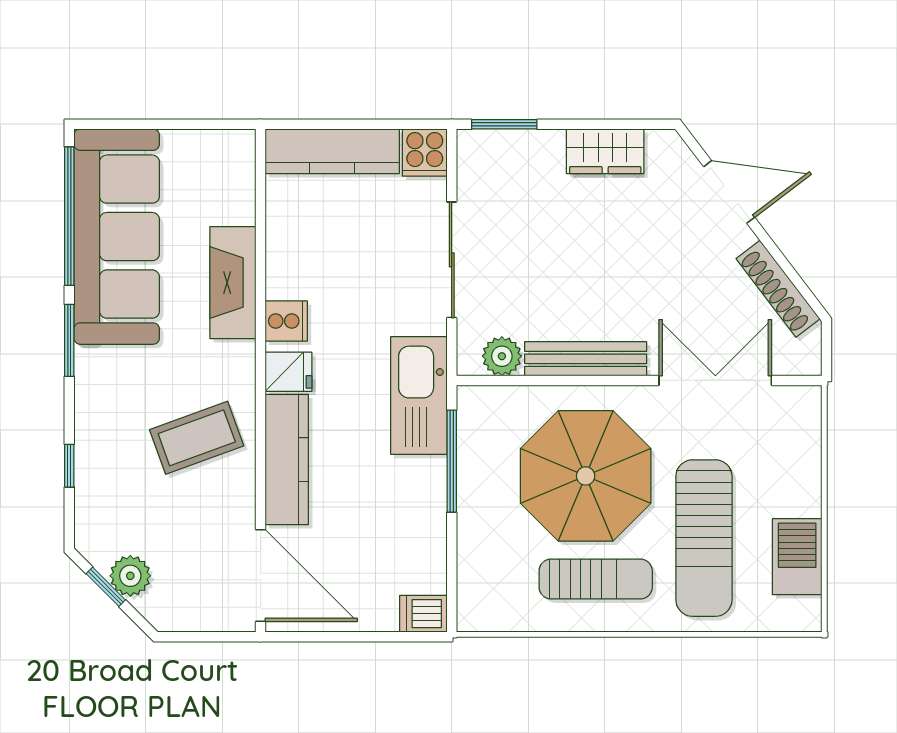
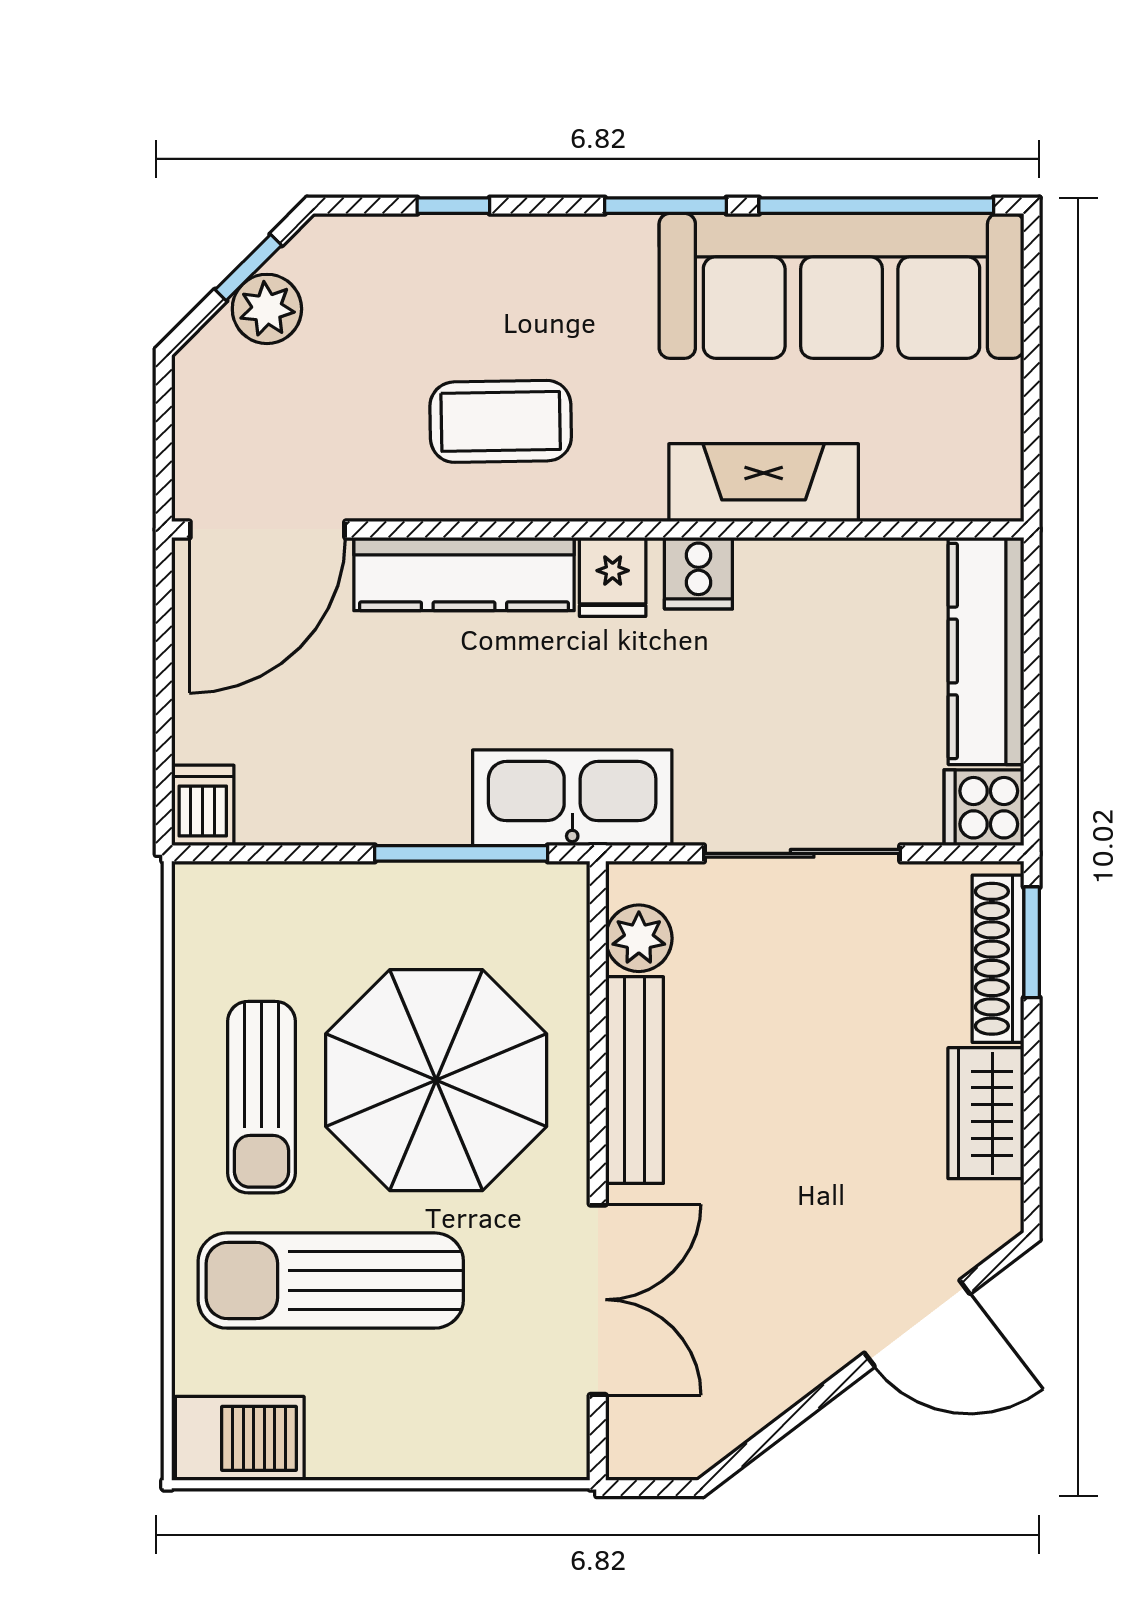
door: (729, 192) -> (917, 1323), hinge flipped
shoe rack: (778, 289) -> (998, 959), moved, turned -53
coffee table: (197, 438) -> (501, 421), turned -71
barbecue: (797, 557) -> (240, 1438), moved

